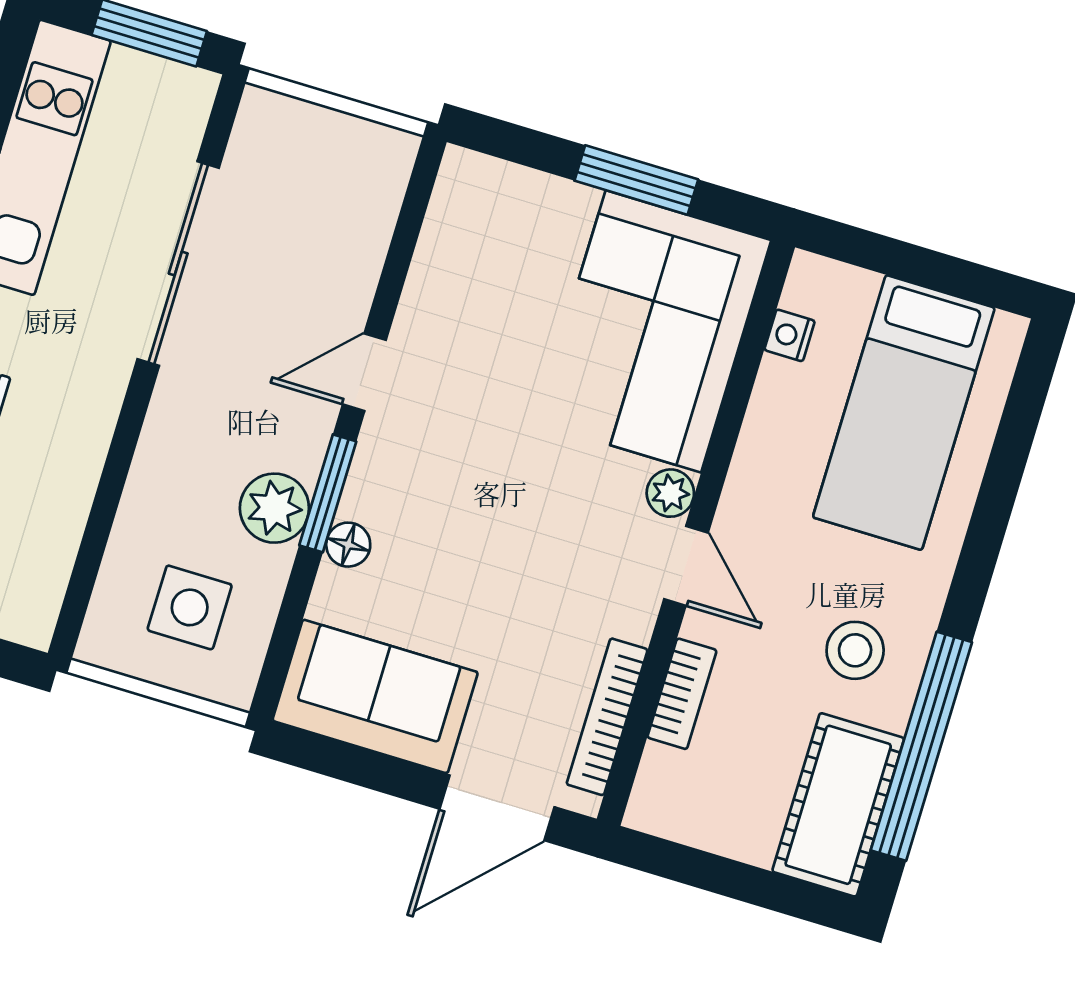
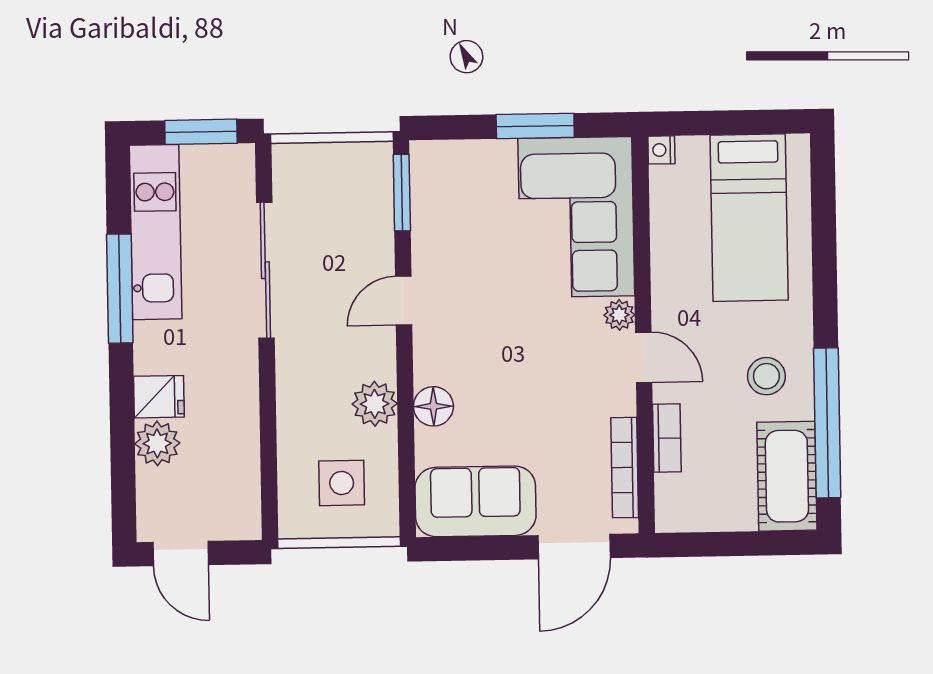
nightstand: (790, 335) -> (661, 150), moved
window: (328, 493) -> (402, 193), moved
floor lamp: (348, 545) -> (433, 406), width x1.37, depth x1.37

